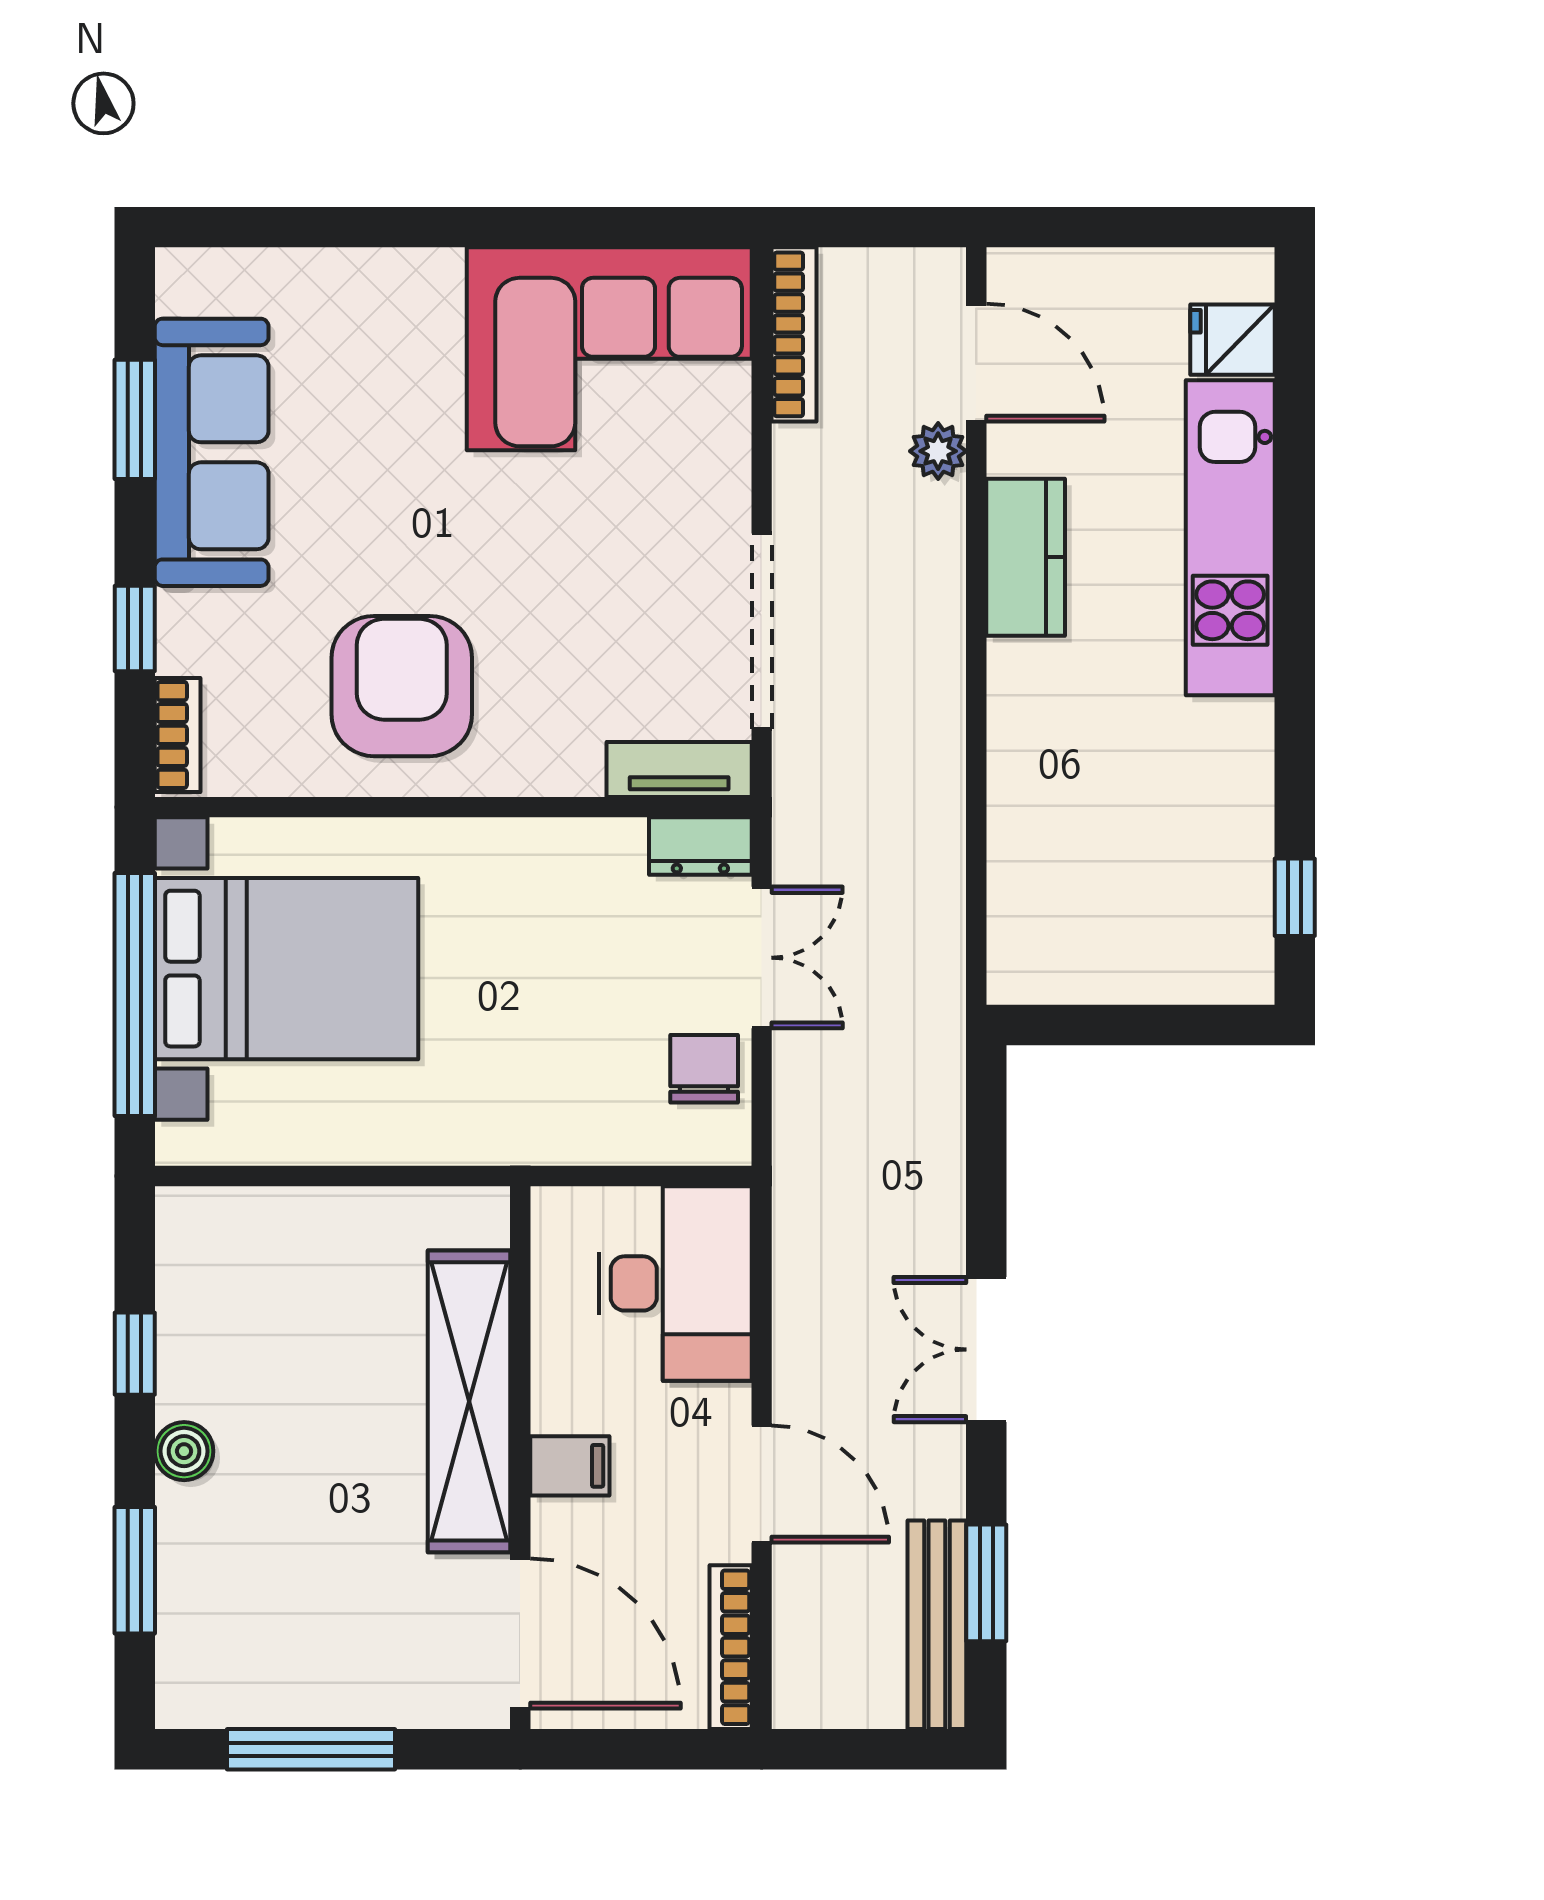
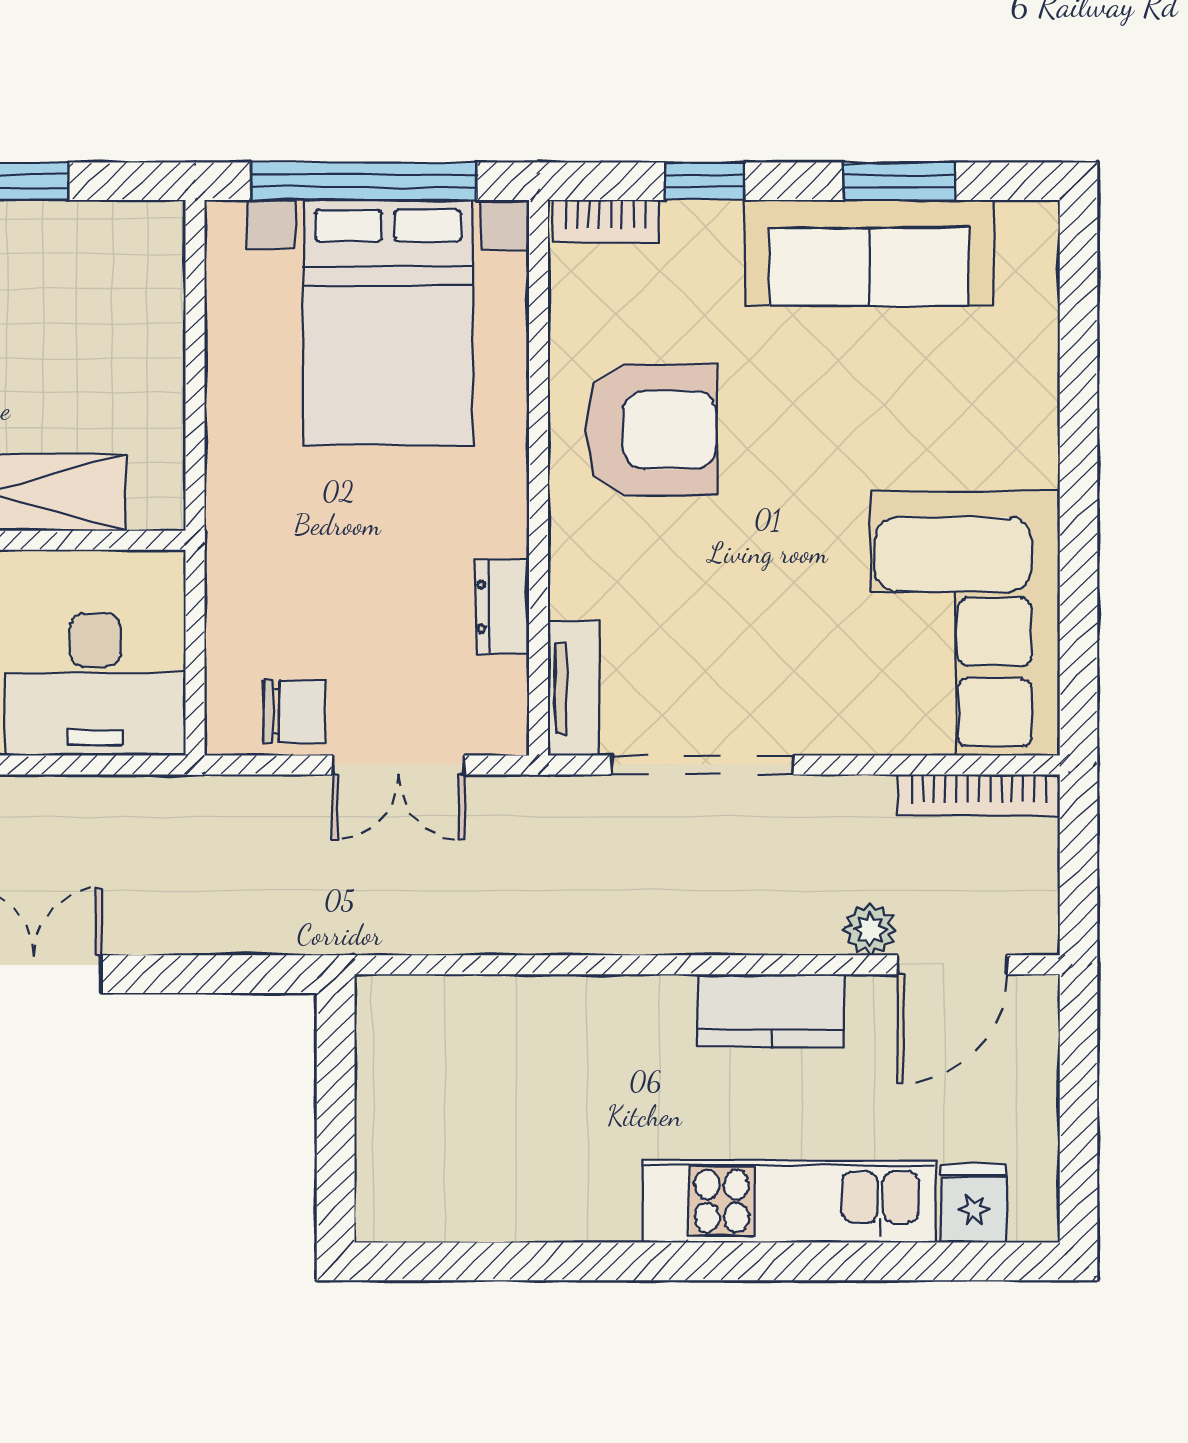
dresser: (700, 846) -> (502, 607), moved
window: (1295, 897) -> (455, 1261), removed

